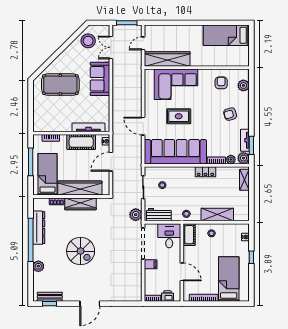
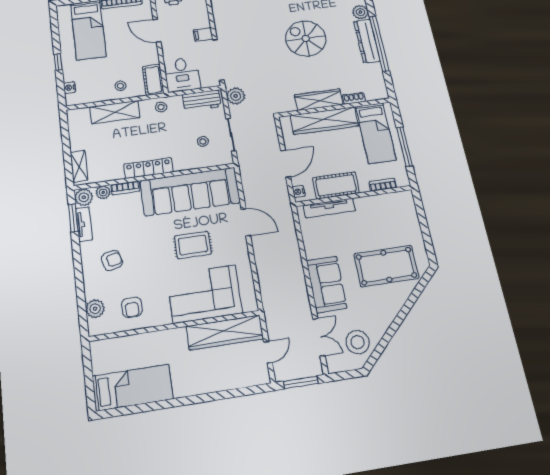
locker: (205, 172) -> (148, 168), width x1.53
dresser: (39, 228) -> (367, 41), moved

